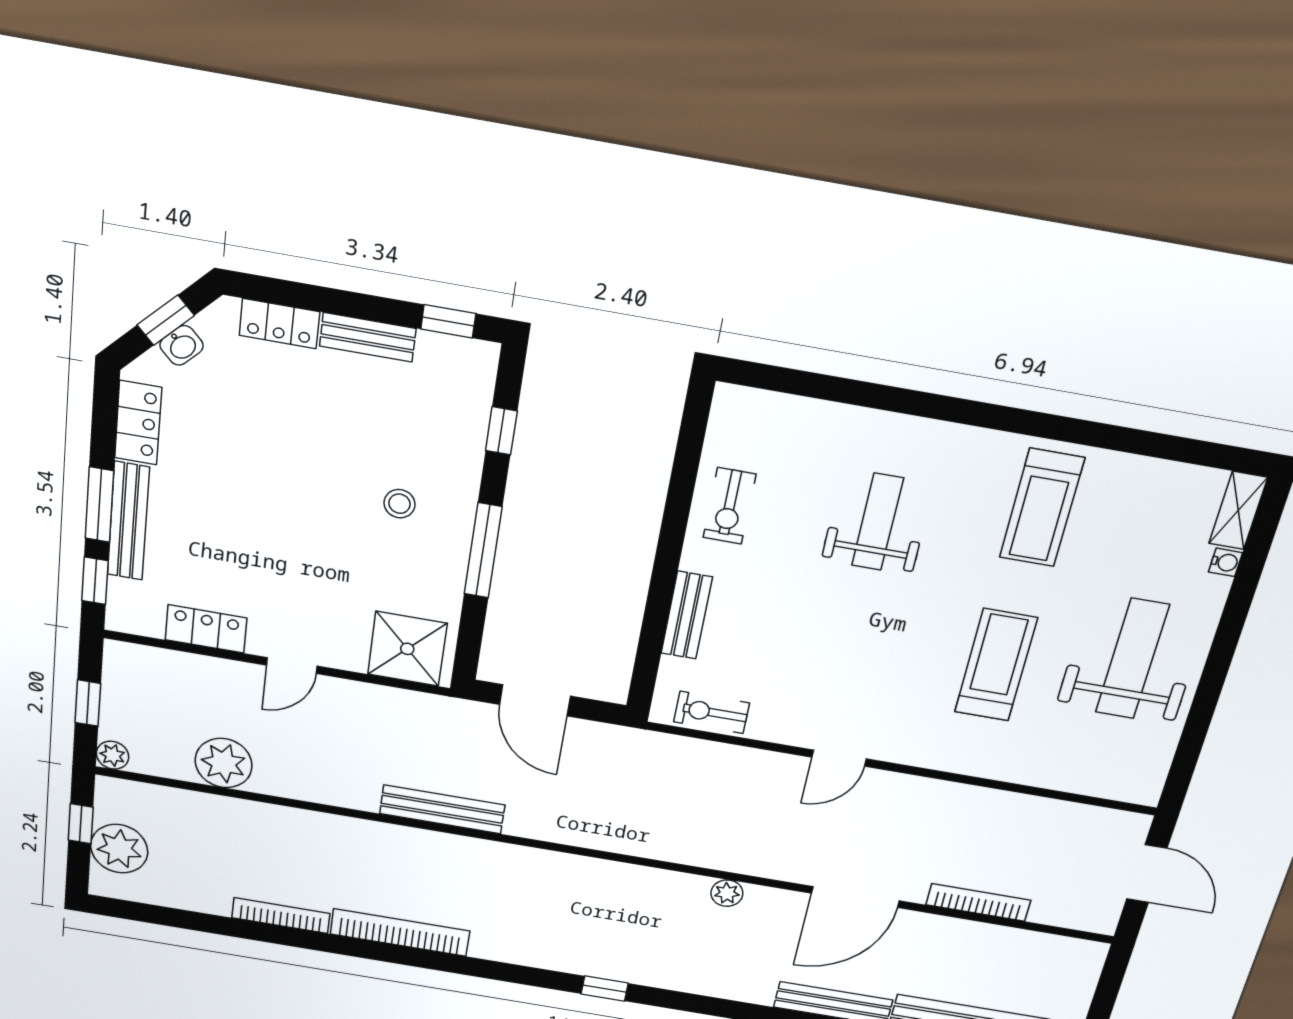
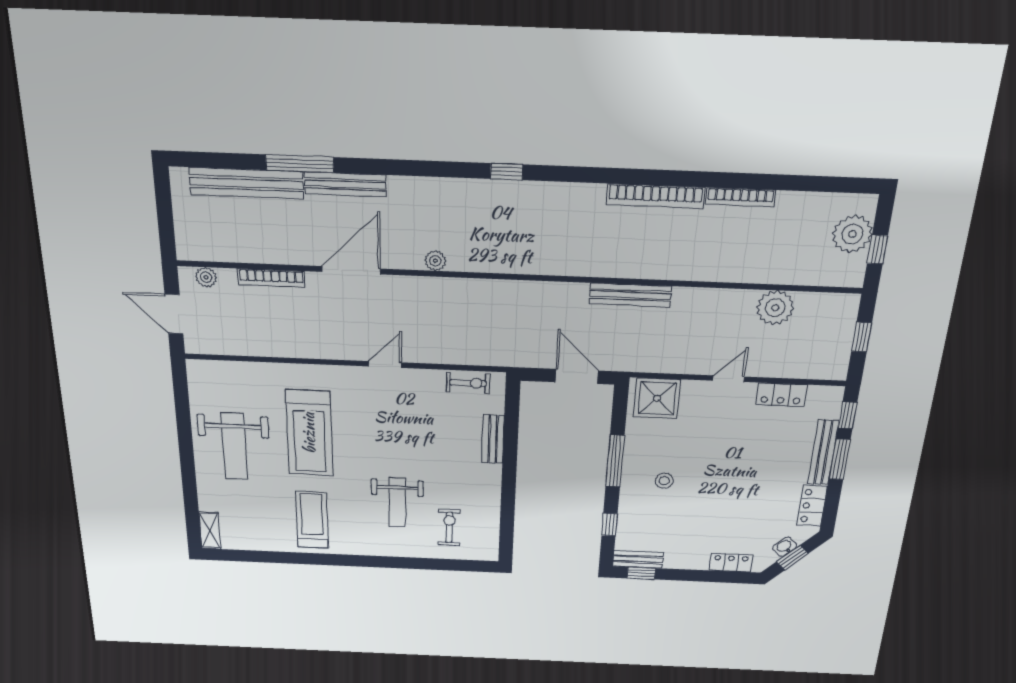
bench: (368, 337) -> (638, 559), moved
exercise bike: (729, 506) -> (449, 527), moved
water cooler: (1226, 562) -> (205, 504), removed
treadmill: (996, 665) -> (309, 433), width x1.37, depth x1.38
plant: (113, 755) -> (206, 277), moved

